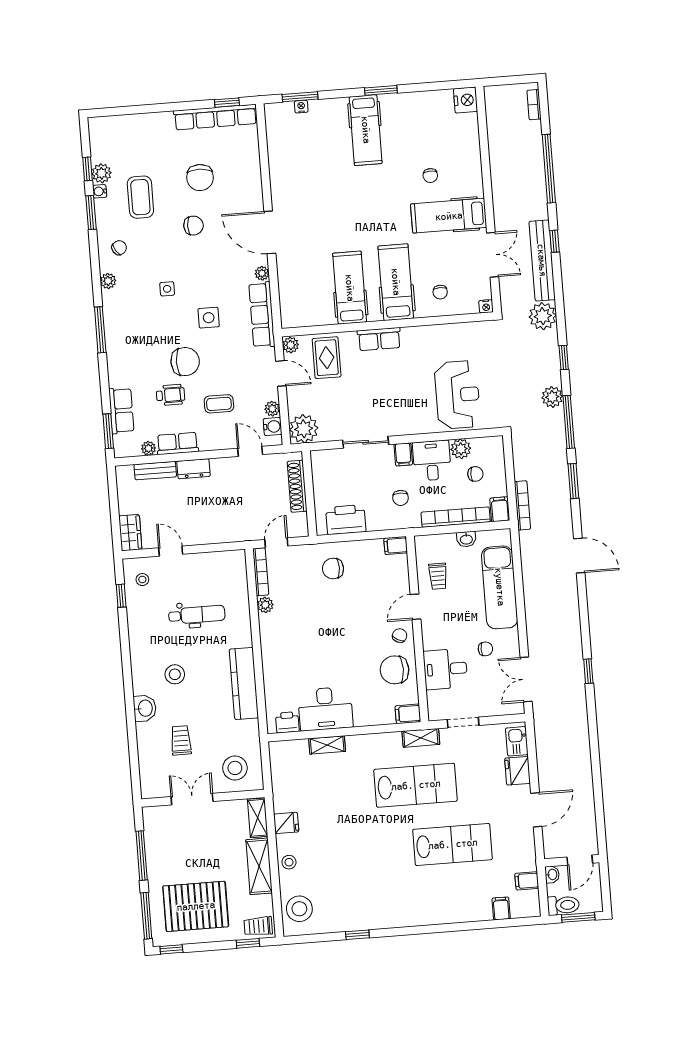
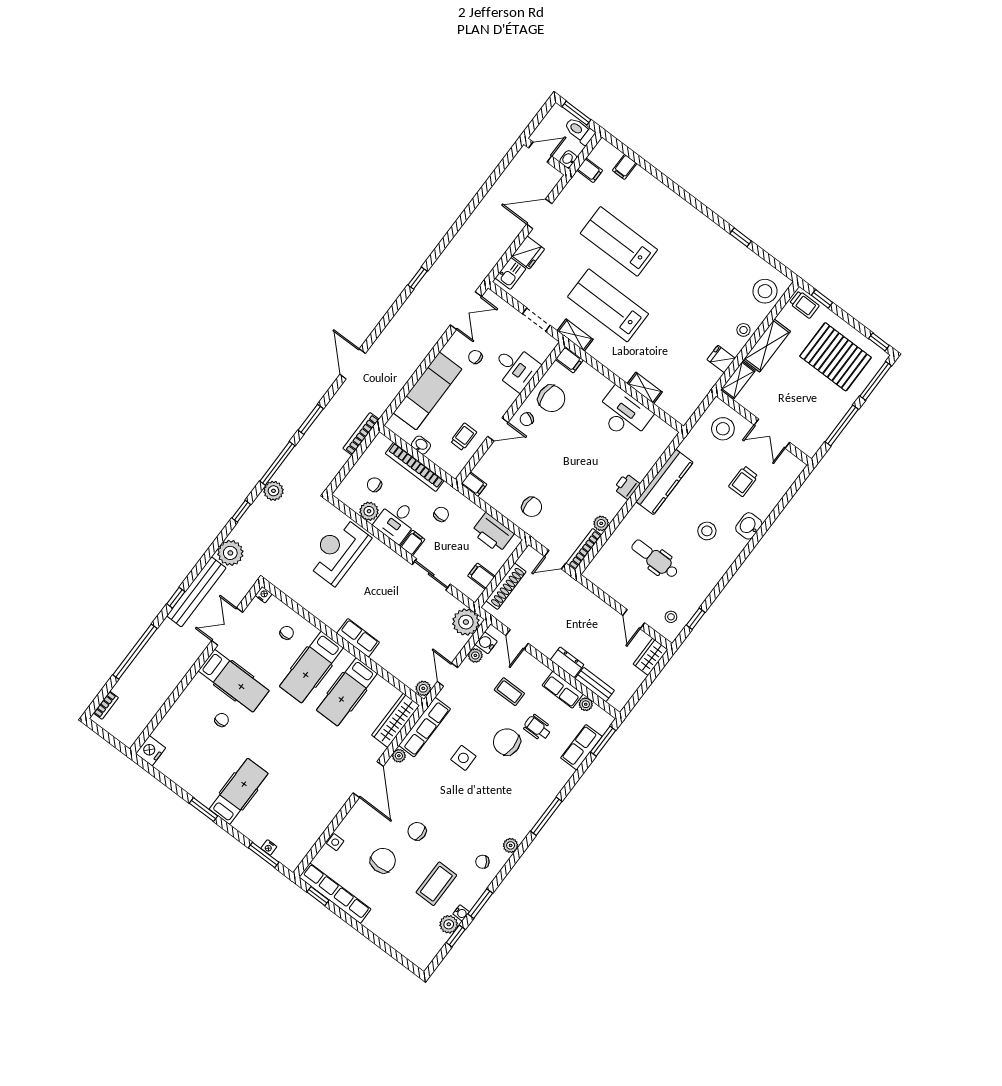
side table: (167, 289) -> (335, 842), moved
wardrobe: (290, 300) -> (396, 720), added
rug: (327, 358) -> (406, 657), removed
filing cabinet: (500, 509) -> (481, 576), moved, turned 90
printer: (287, 722) -> (627, 486), moved, turned 90

